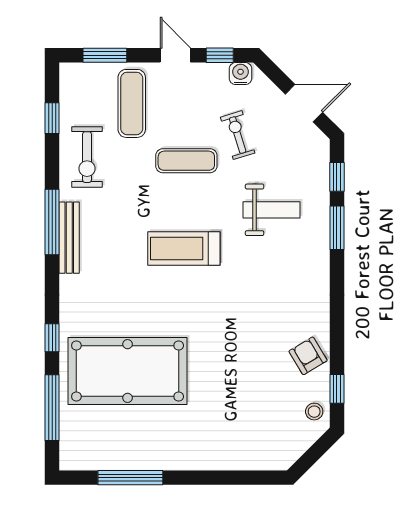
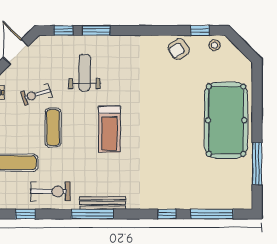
pool table: (128, 371) -> (226, 120), moved

